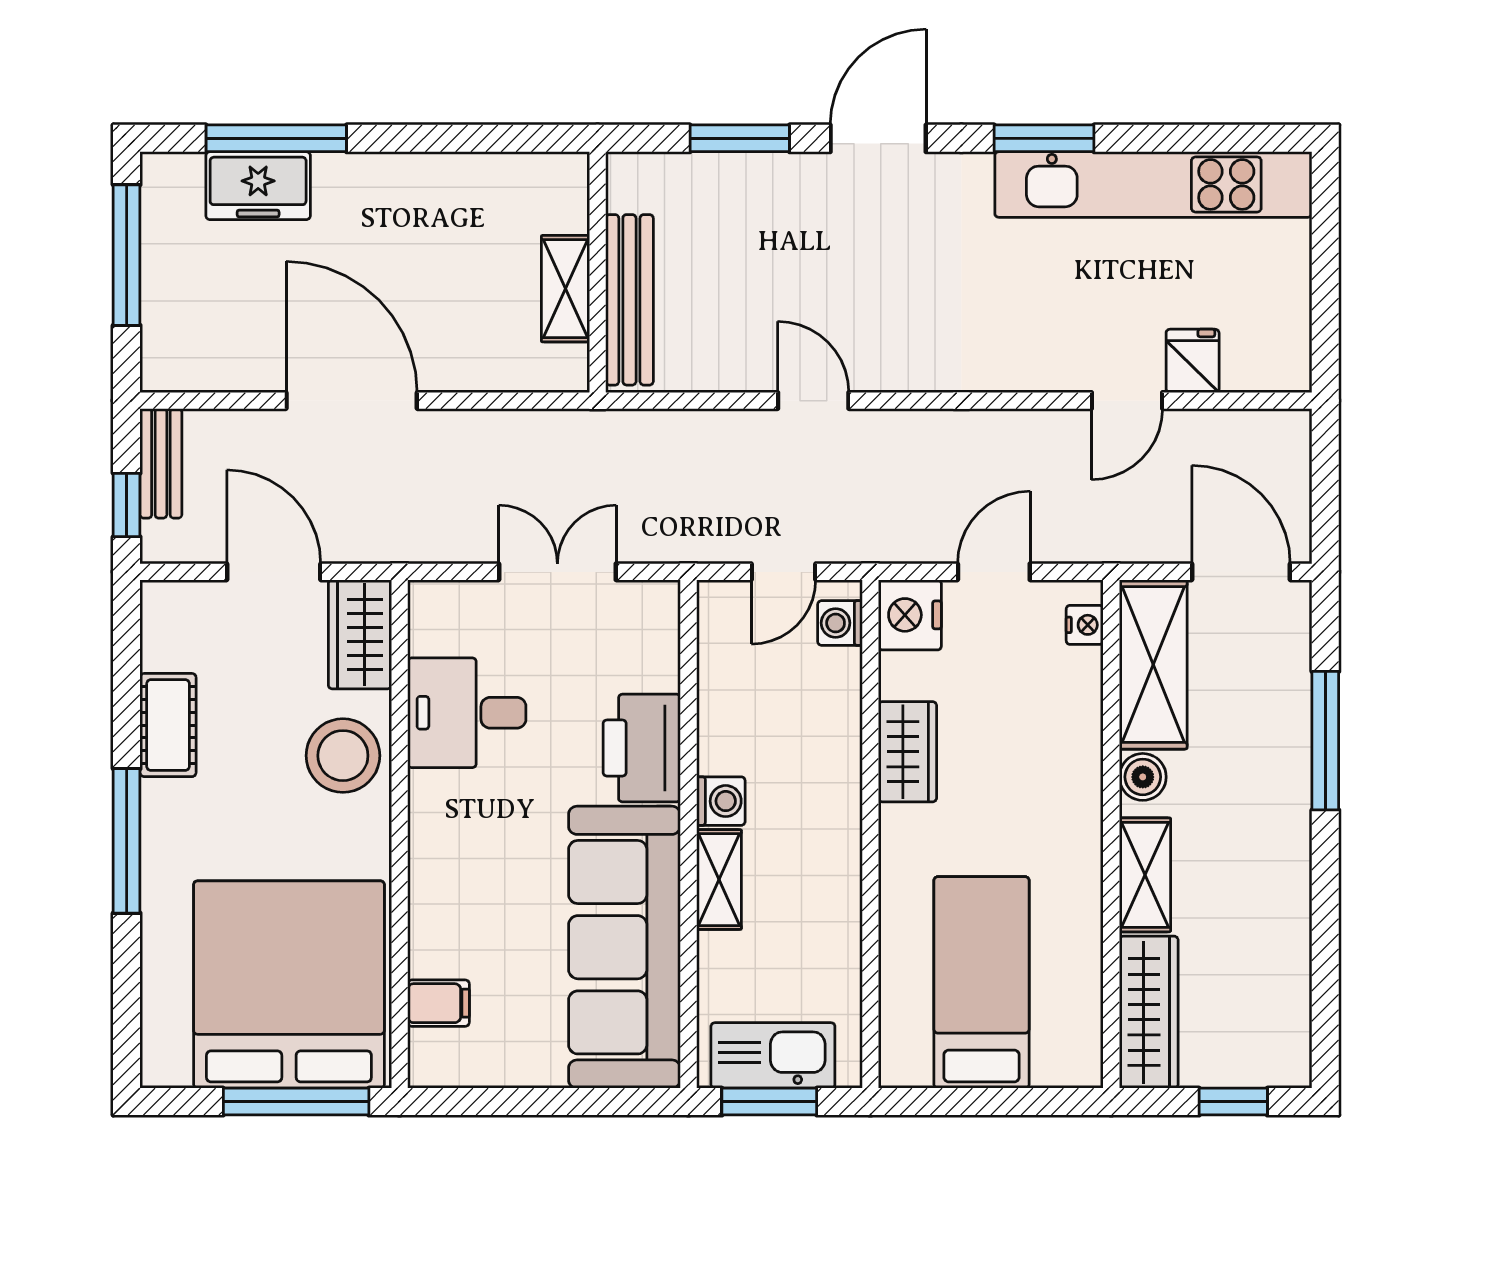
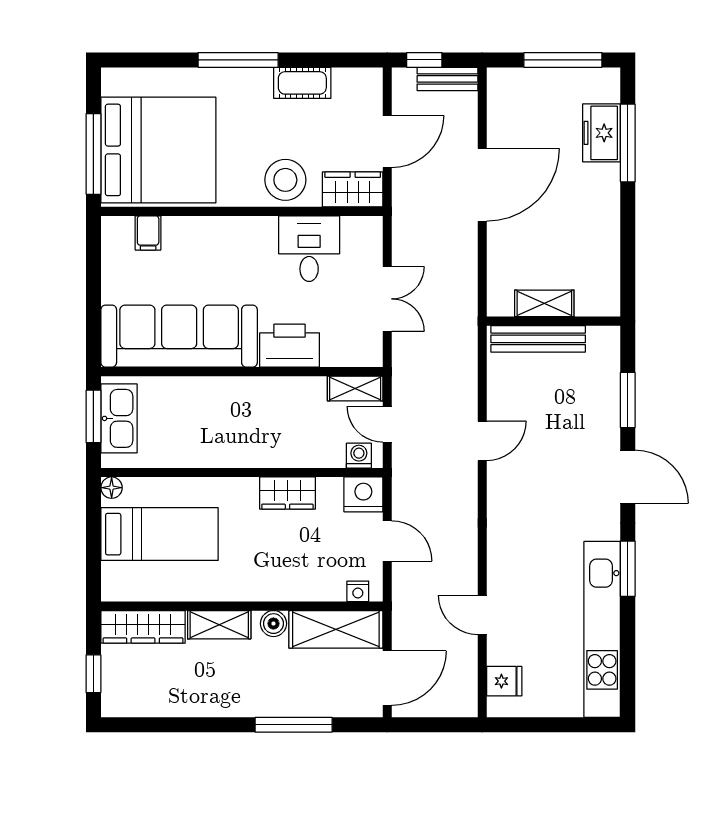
fridge: (1193, 361) -> (504, 681), moved
washing machine: (721, 801) -> (260, 390), removed
shelving: (719, 880) -> (355, 389), moved
floor lamp: (898, 1069) -> (112, 488), added

